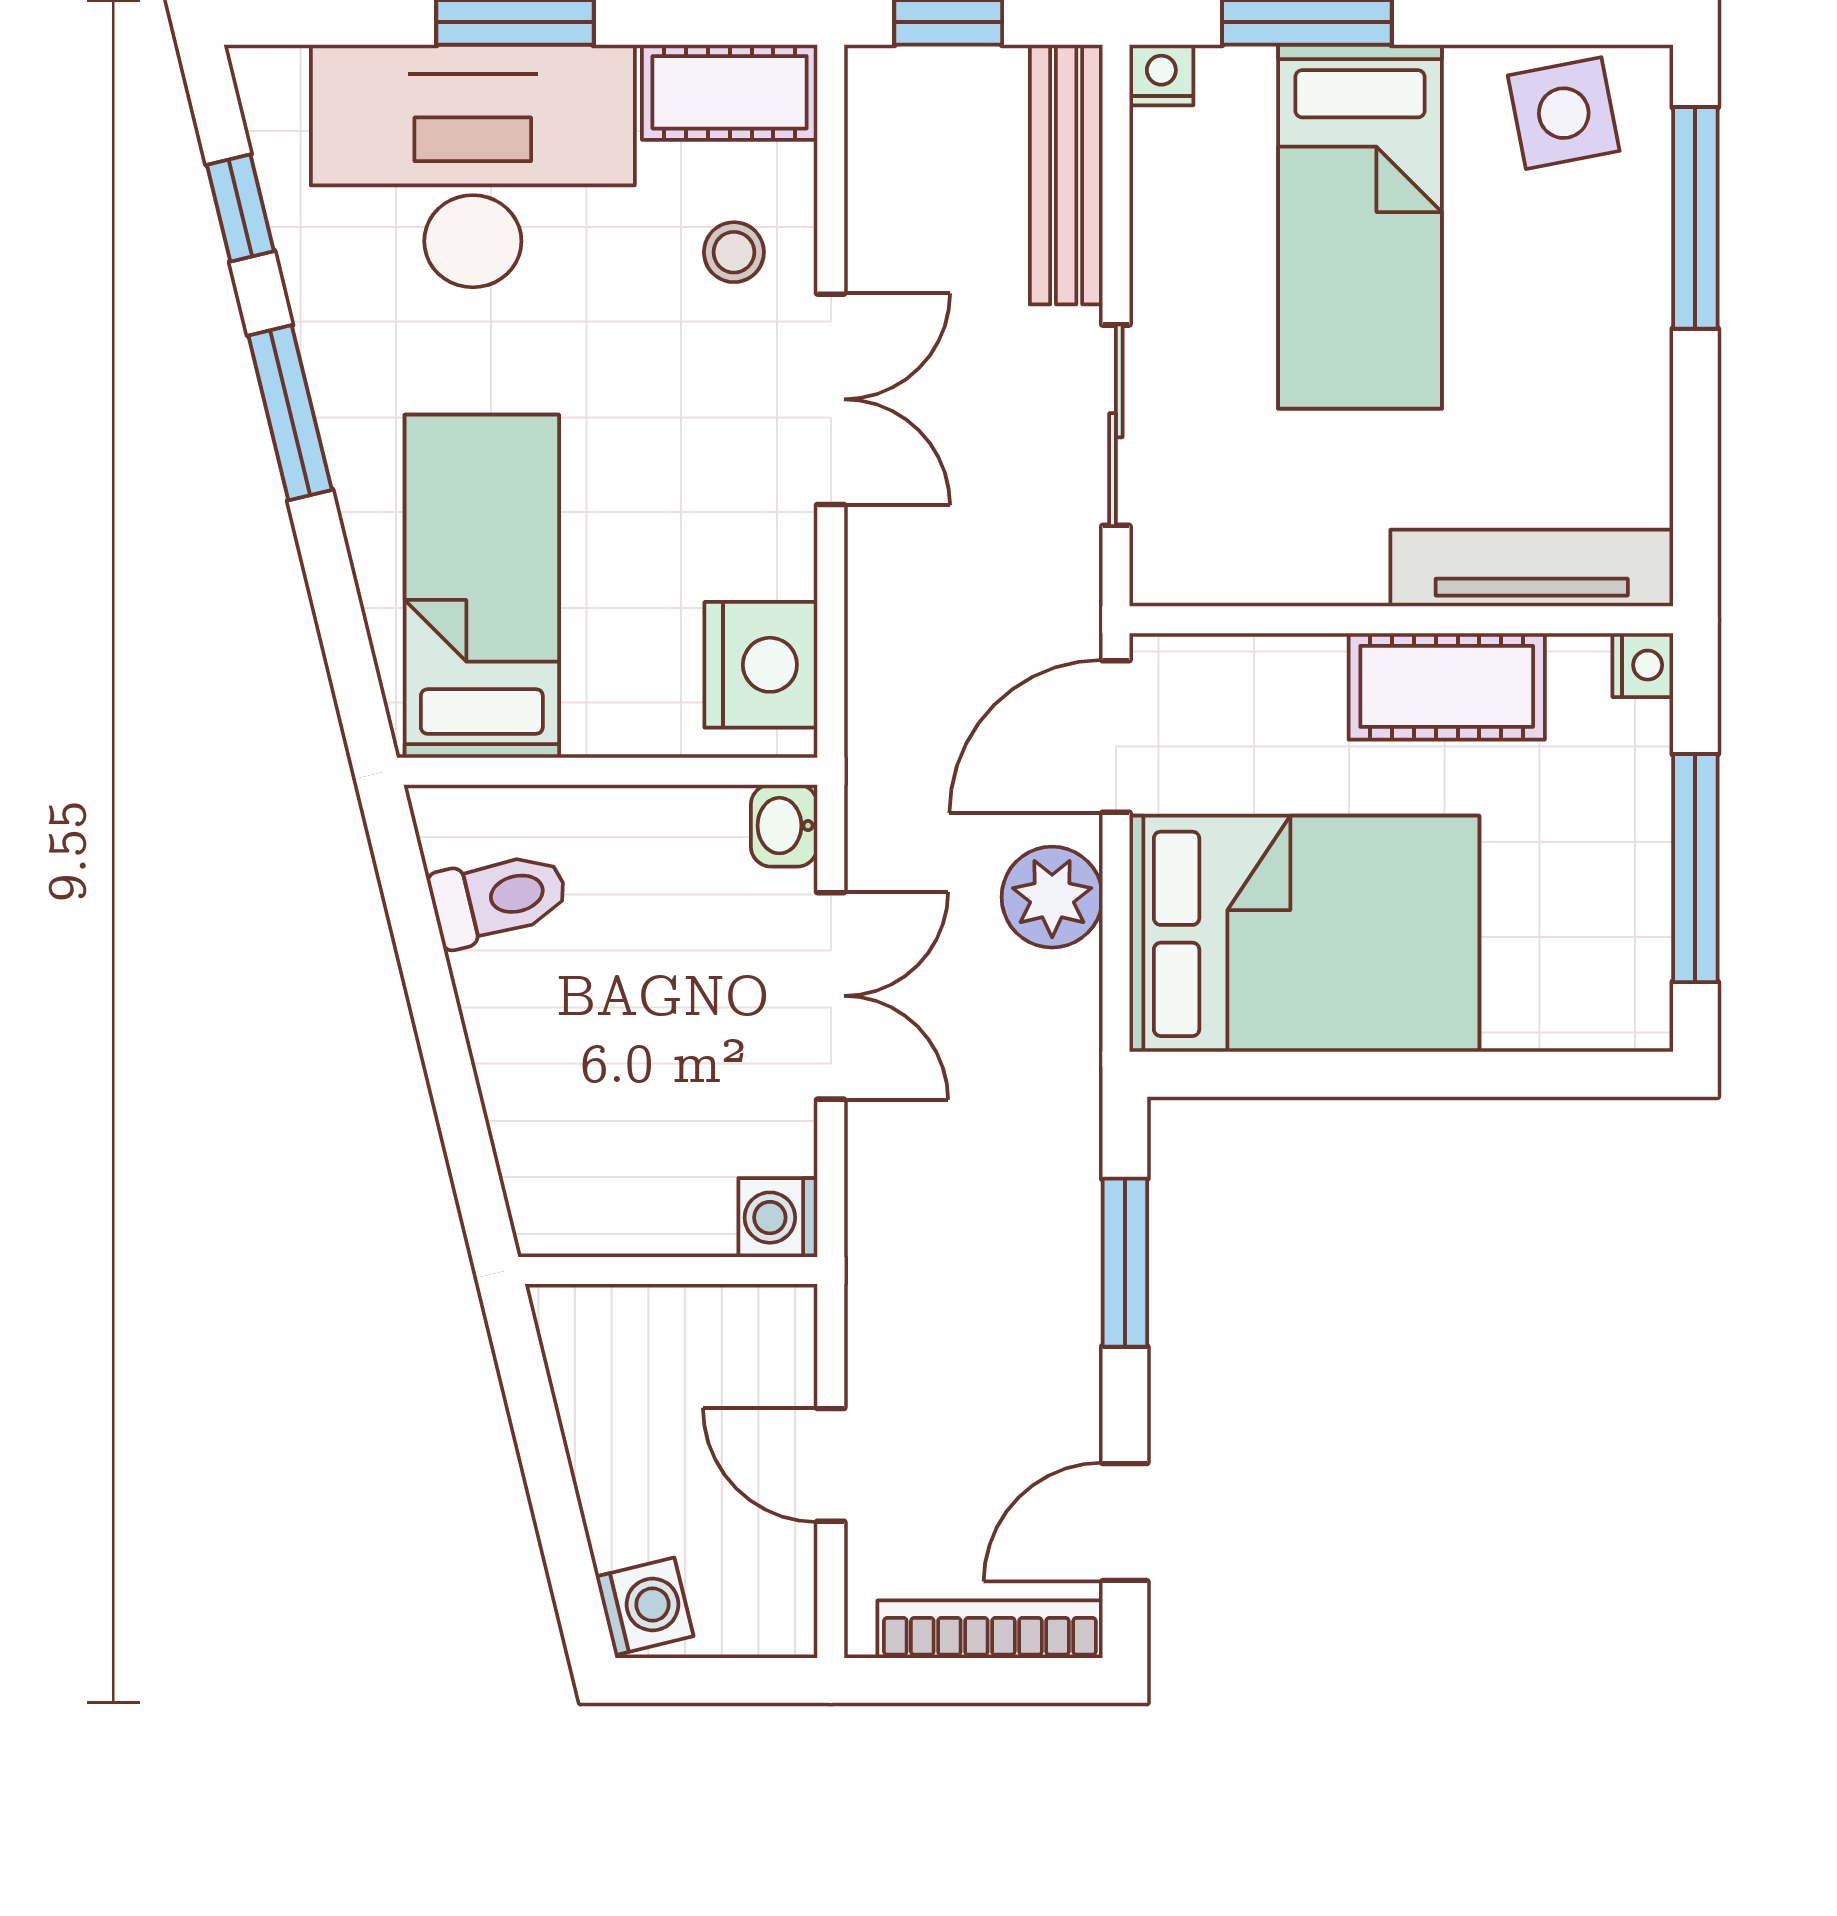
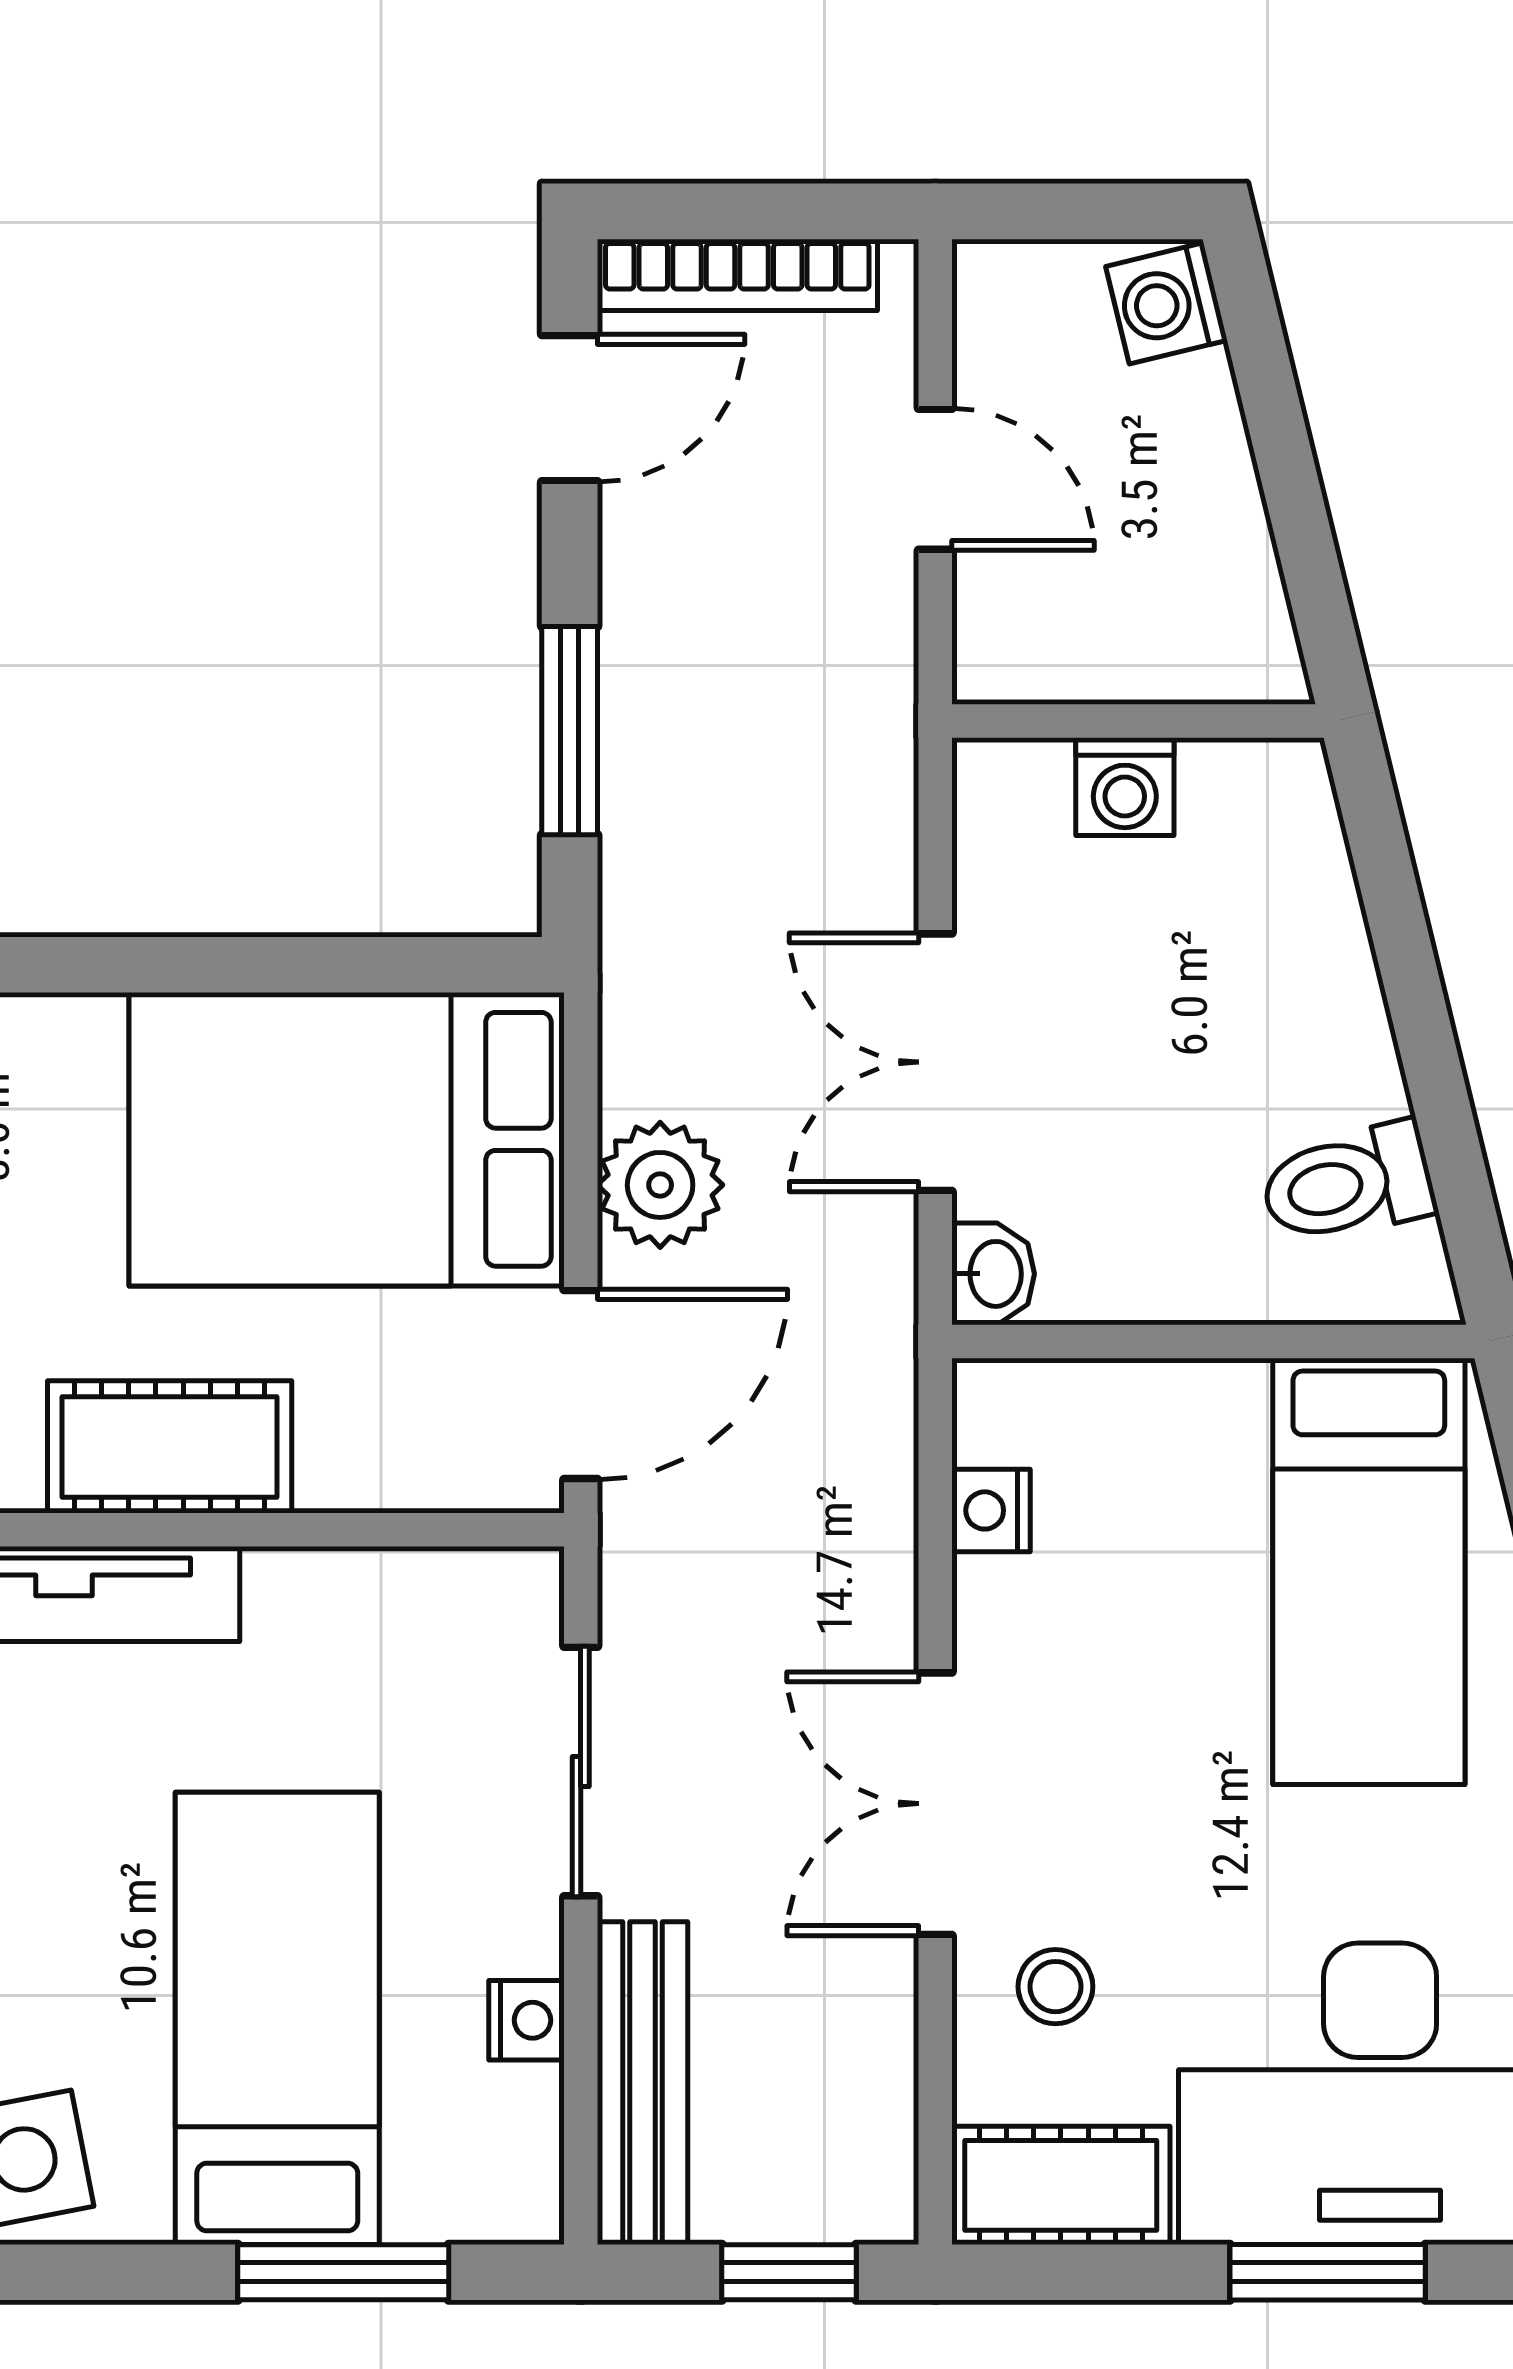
nightstand: (1161, 75) -> (526, 2020), moved, turned -90
nightstand: (761, 665) -> (991, 1510), width x0.53, depth x0.56
washing machine: (778, 1218) -> (1125, 787), moved, turned 90

